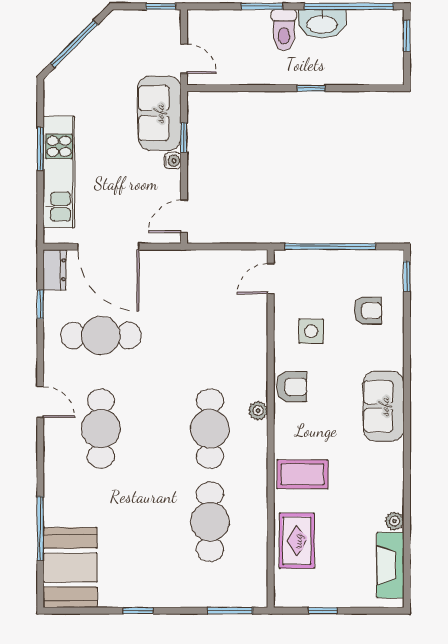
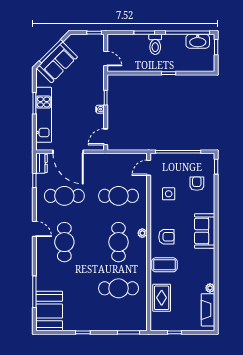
washbasin: (322, 24) -> (198, 41), moved
sofa: (159, 113) -> (57, 62), moved, turned -135
armchair: (368, 311) -> (197, 184), turned -90
cafe table: (210, 335) -> (119, 196), added
armchair: (292, 387) -> (166, 237), moved
cafe table: (210, 522) -> (119, 288), turned 90

